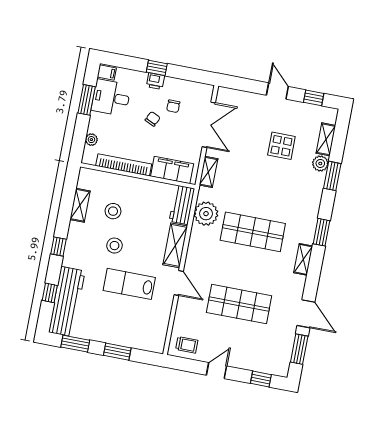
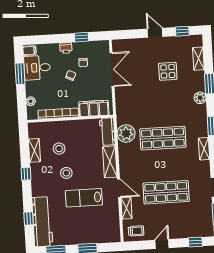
window: (157, 68) -> (81, 37), moved
plant: (320, 163) -> (200, 98), moved
shelving: (208, 172) -> (126, 208), moved
window: (59, 247) -> (26, 174), moved

